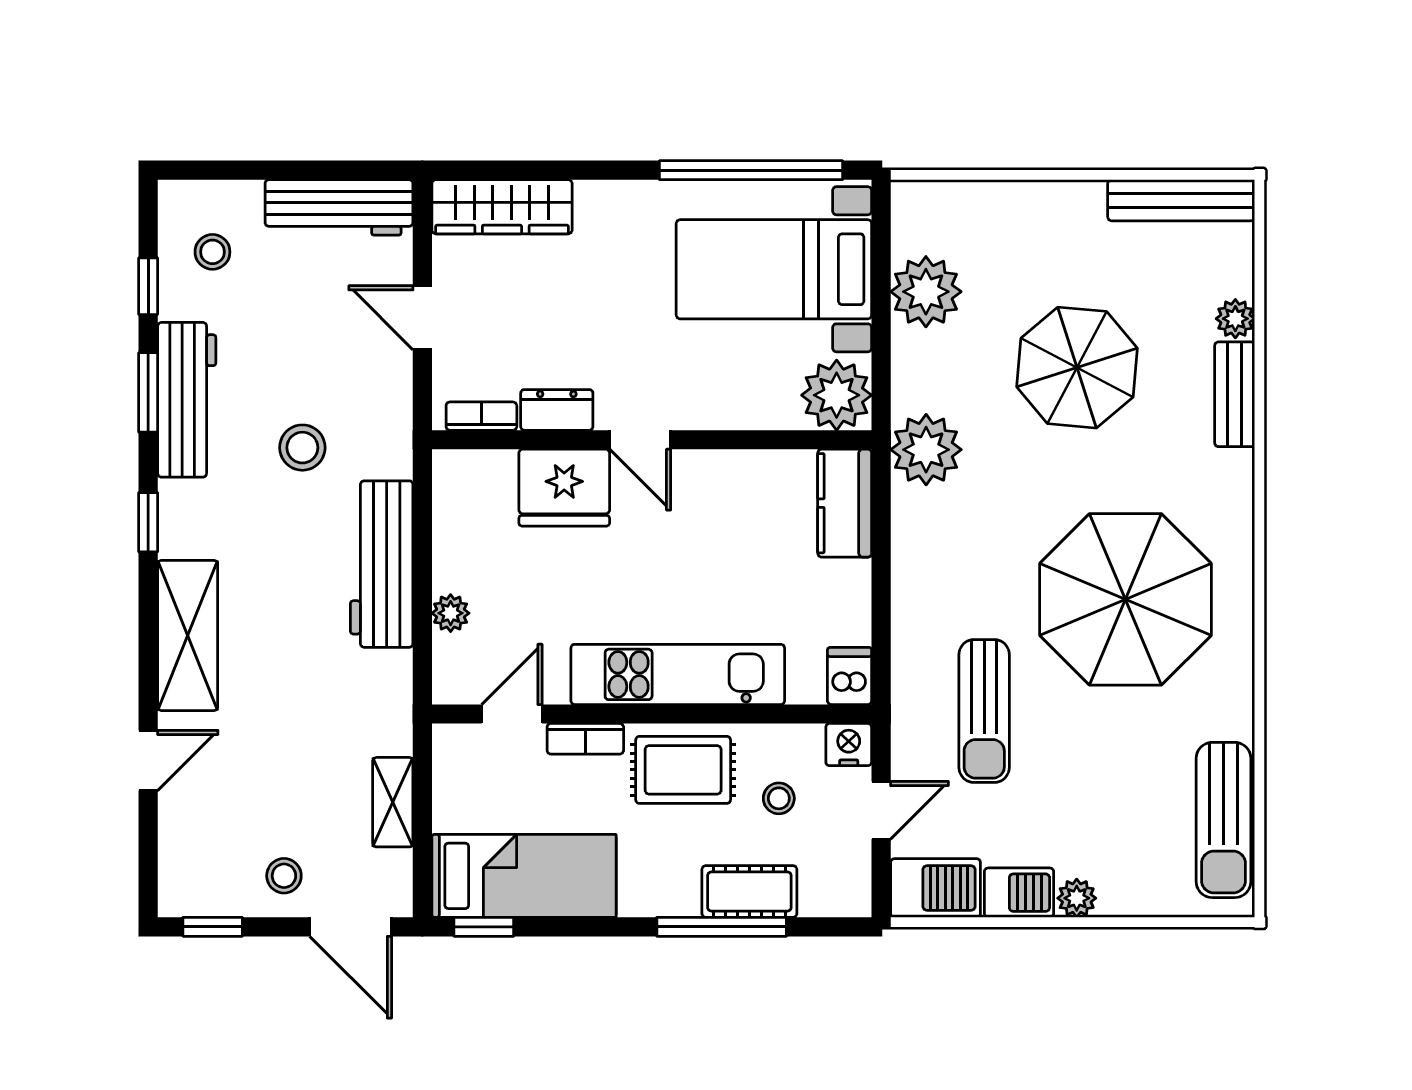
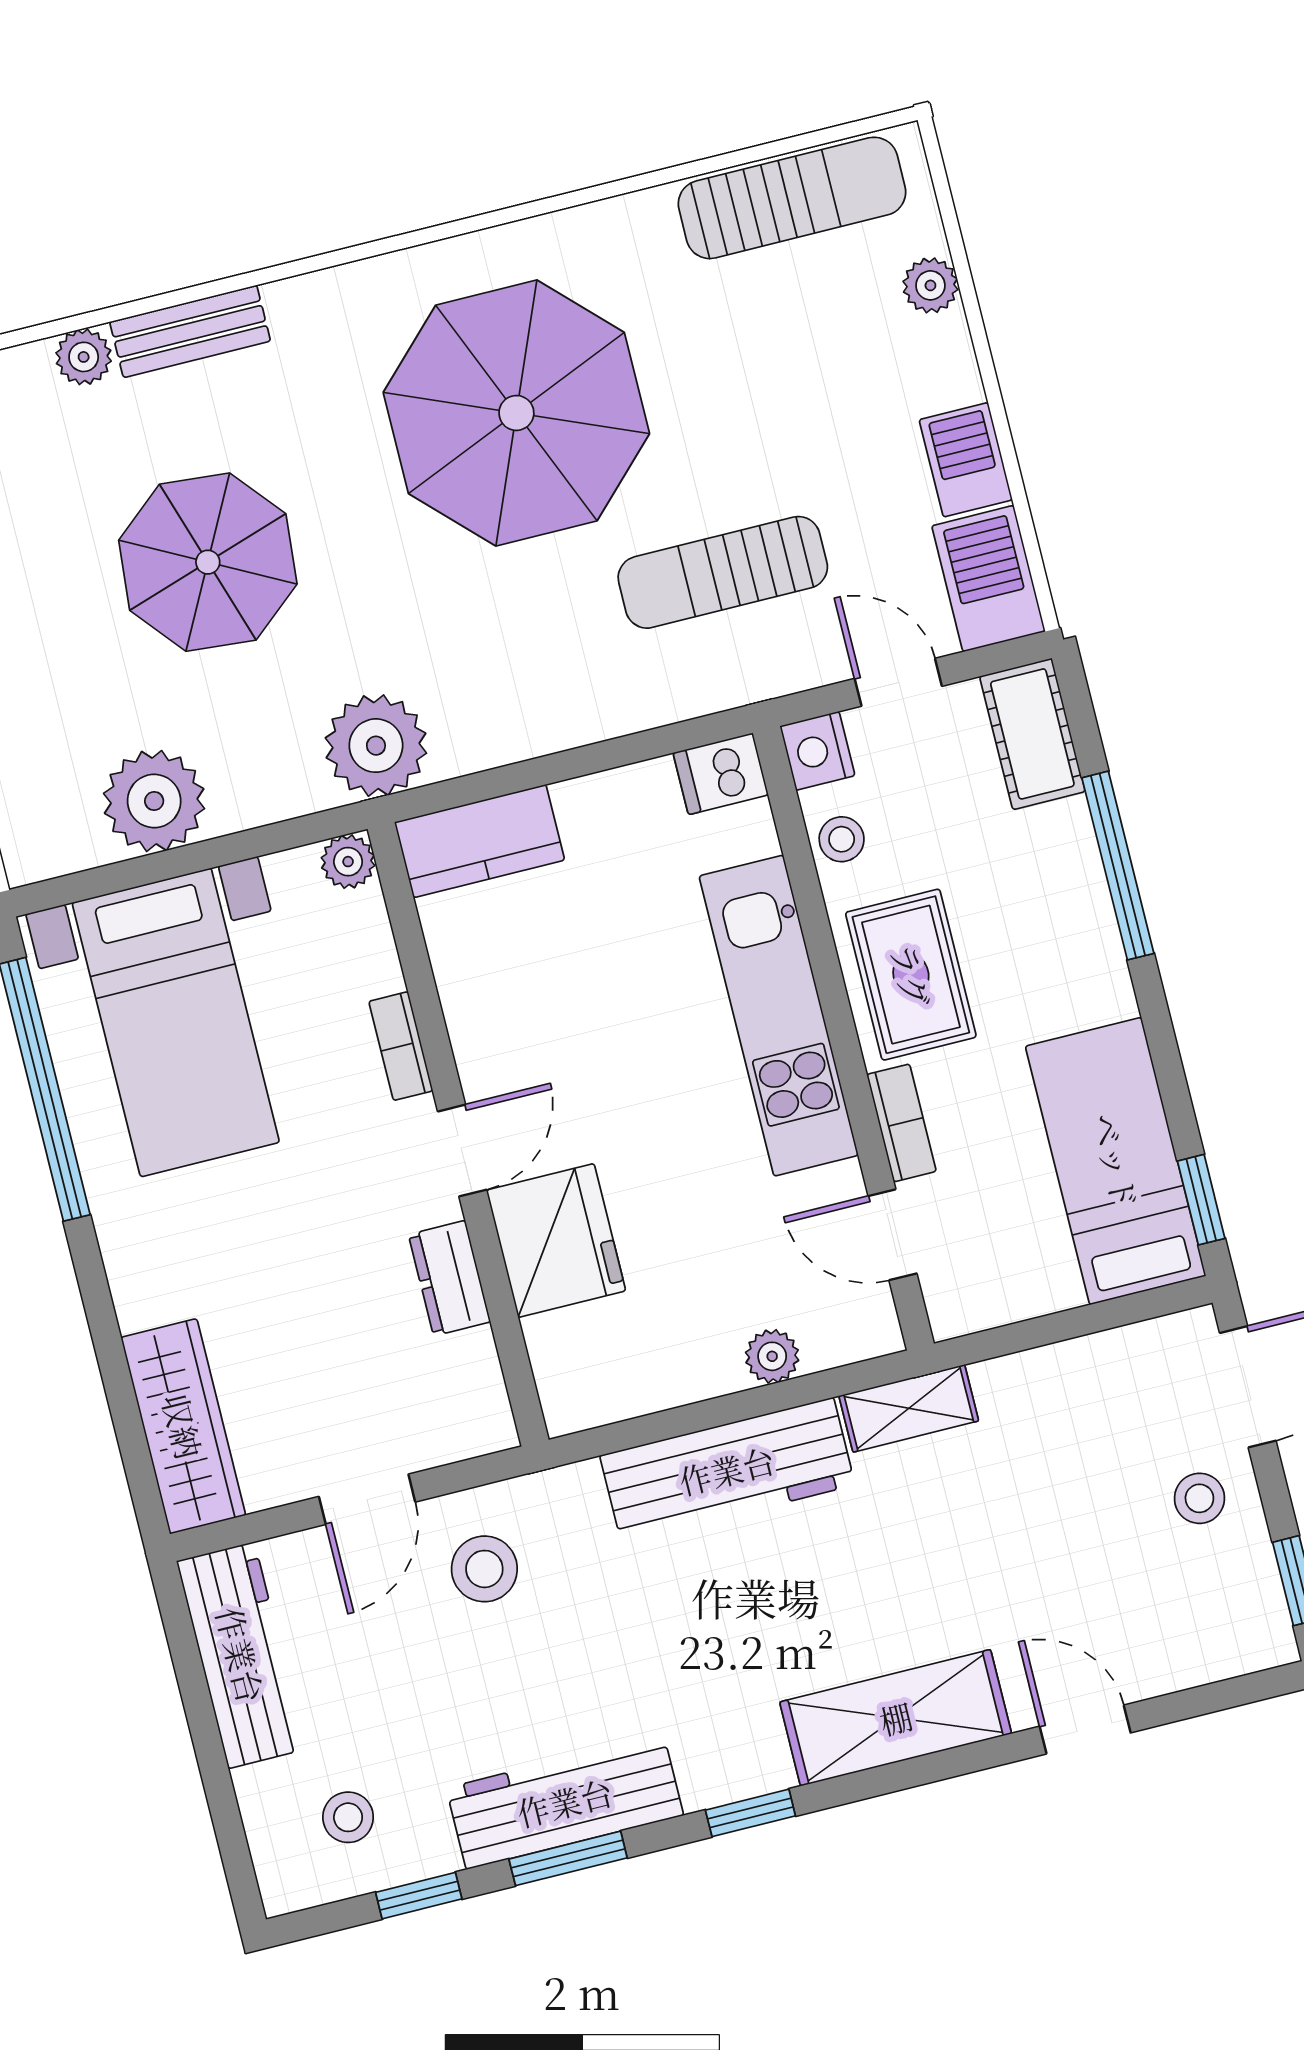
plant: (837, 395) -> (348, 862), width x0.53, depth x0.53
bookcase: (481, 416) -> (401, 1046), moved
stool: (302, 448) -> (484, 1569), moved
sun lounger: (984, 711) -> (723, 572), turned 180
stool: (779, 798) -> (842, 839), moved
shelving: (393, 802) -> (909, 1408), moved
cot: (749, 891) -> (1032, 734), moved
plant: (1077, 898) -> (930, 285), moved

